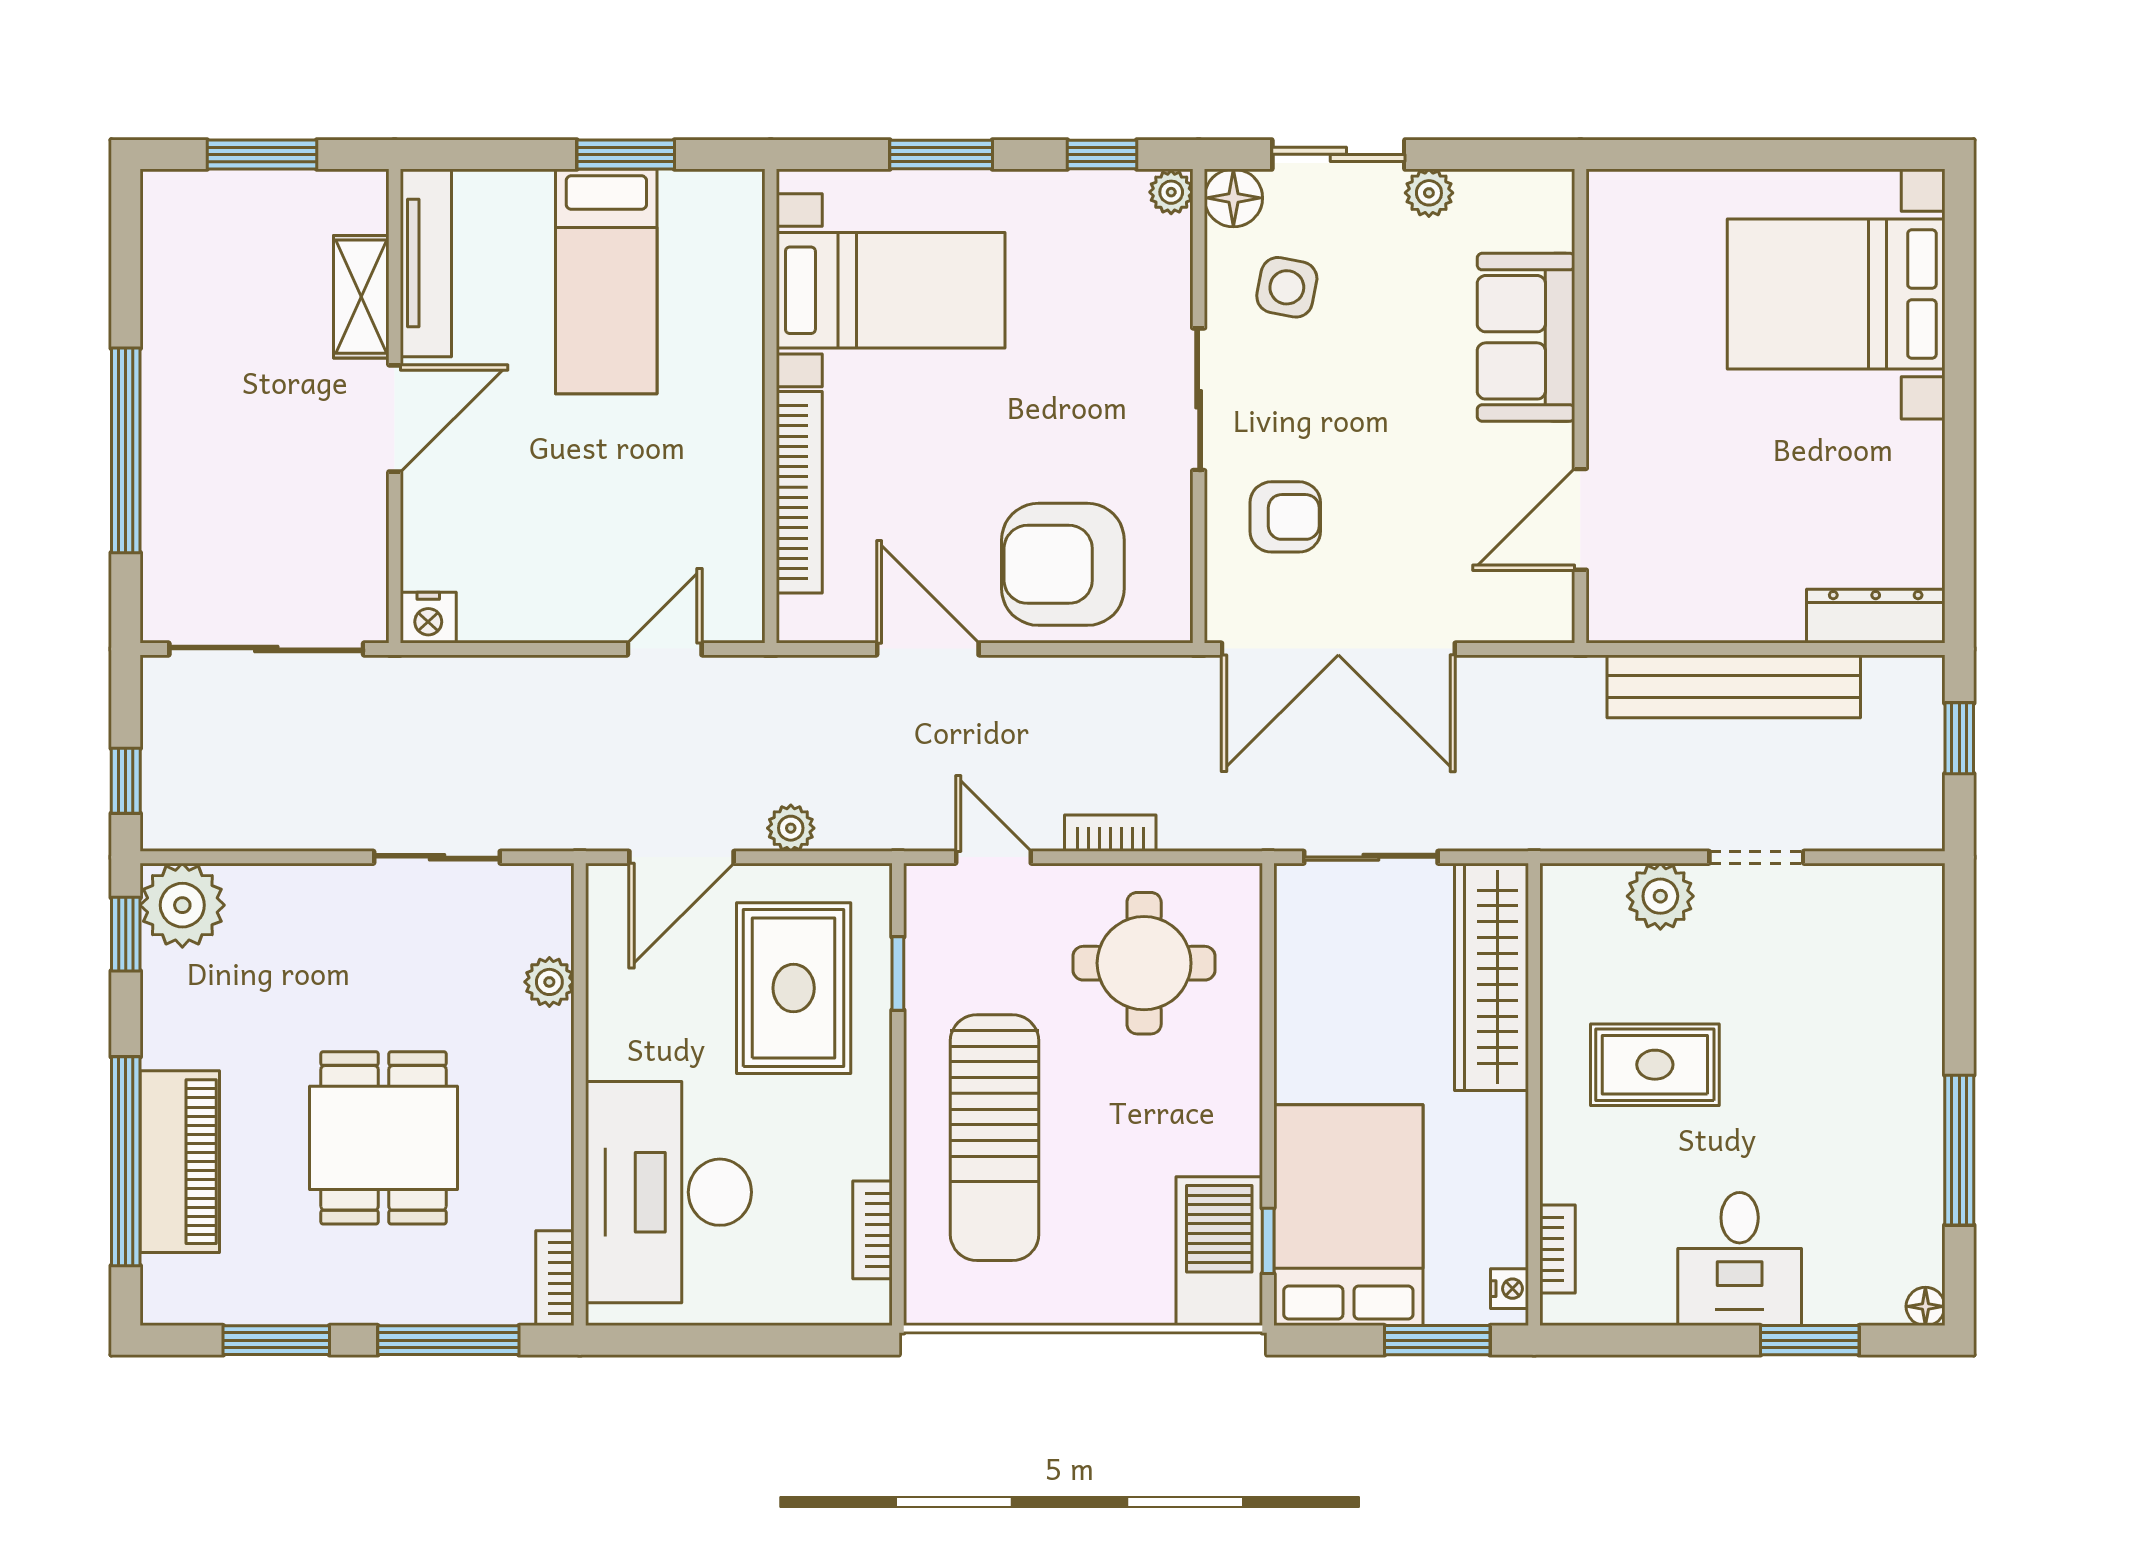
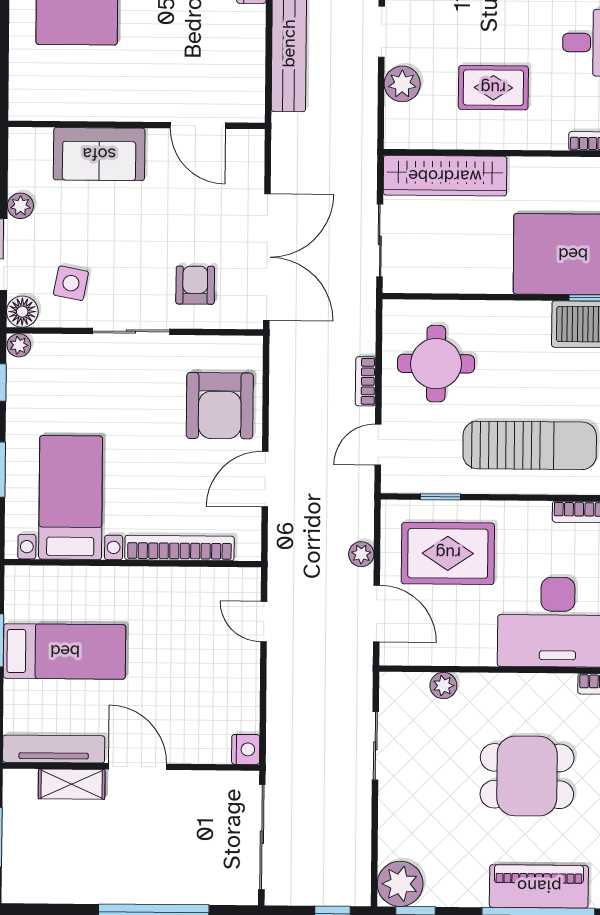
rug: (1655, 1065) -> (493, 88), turned 90

